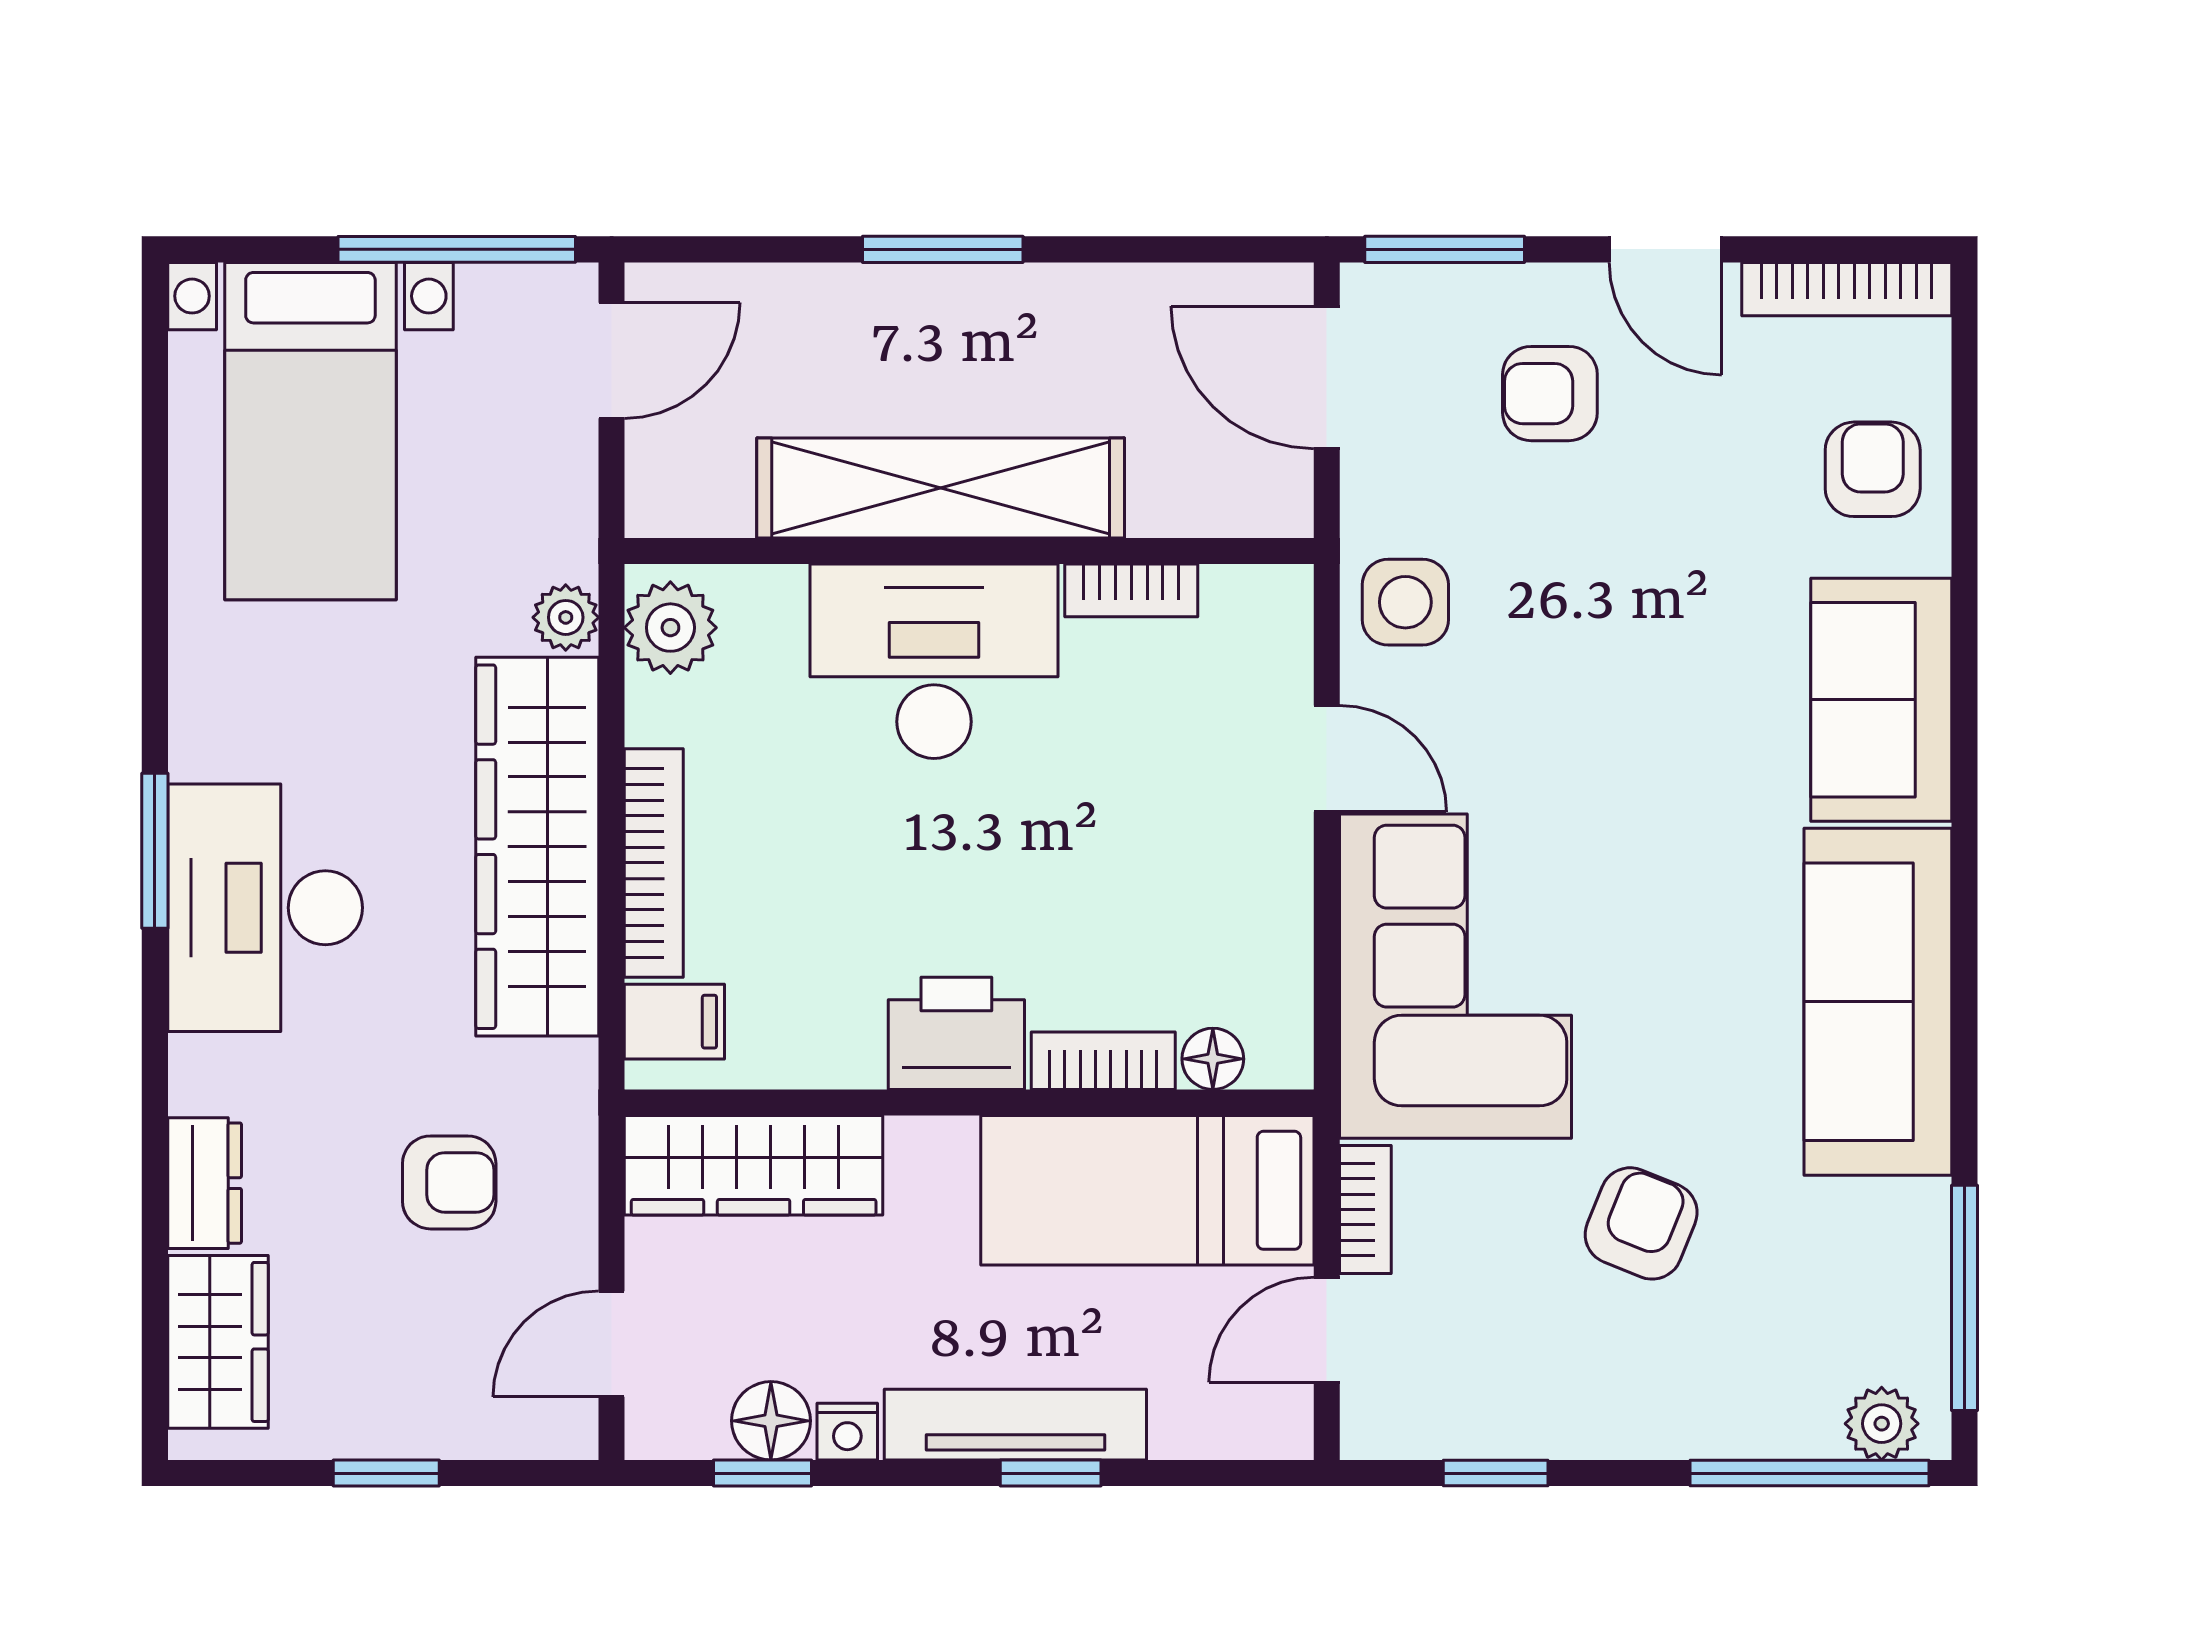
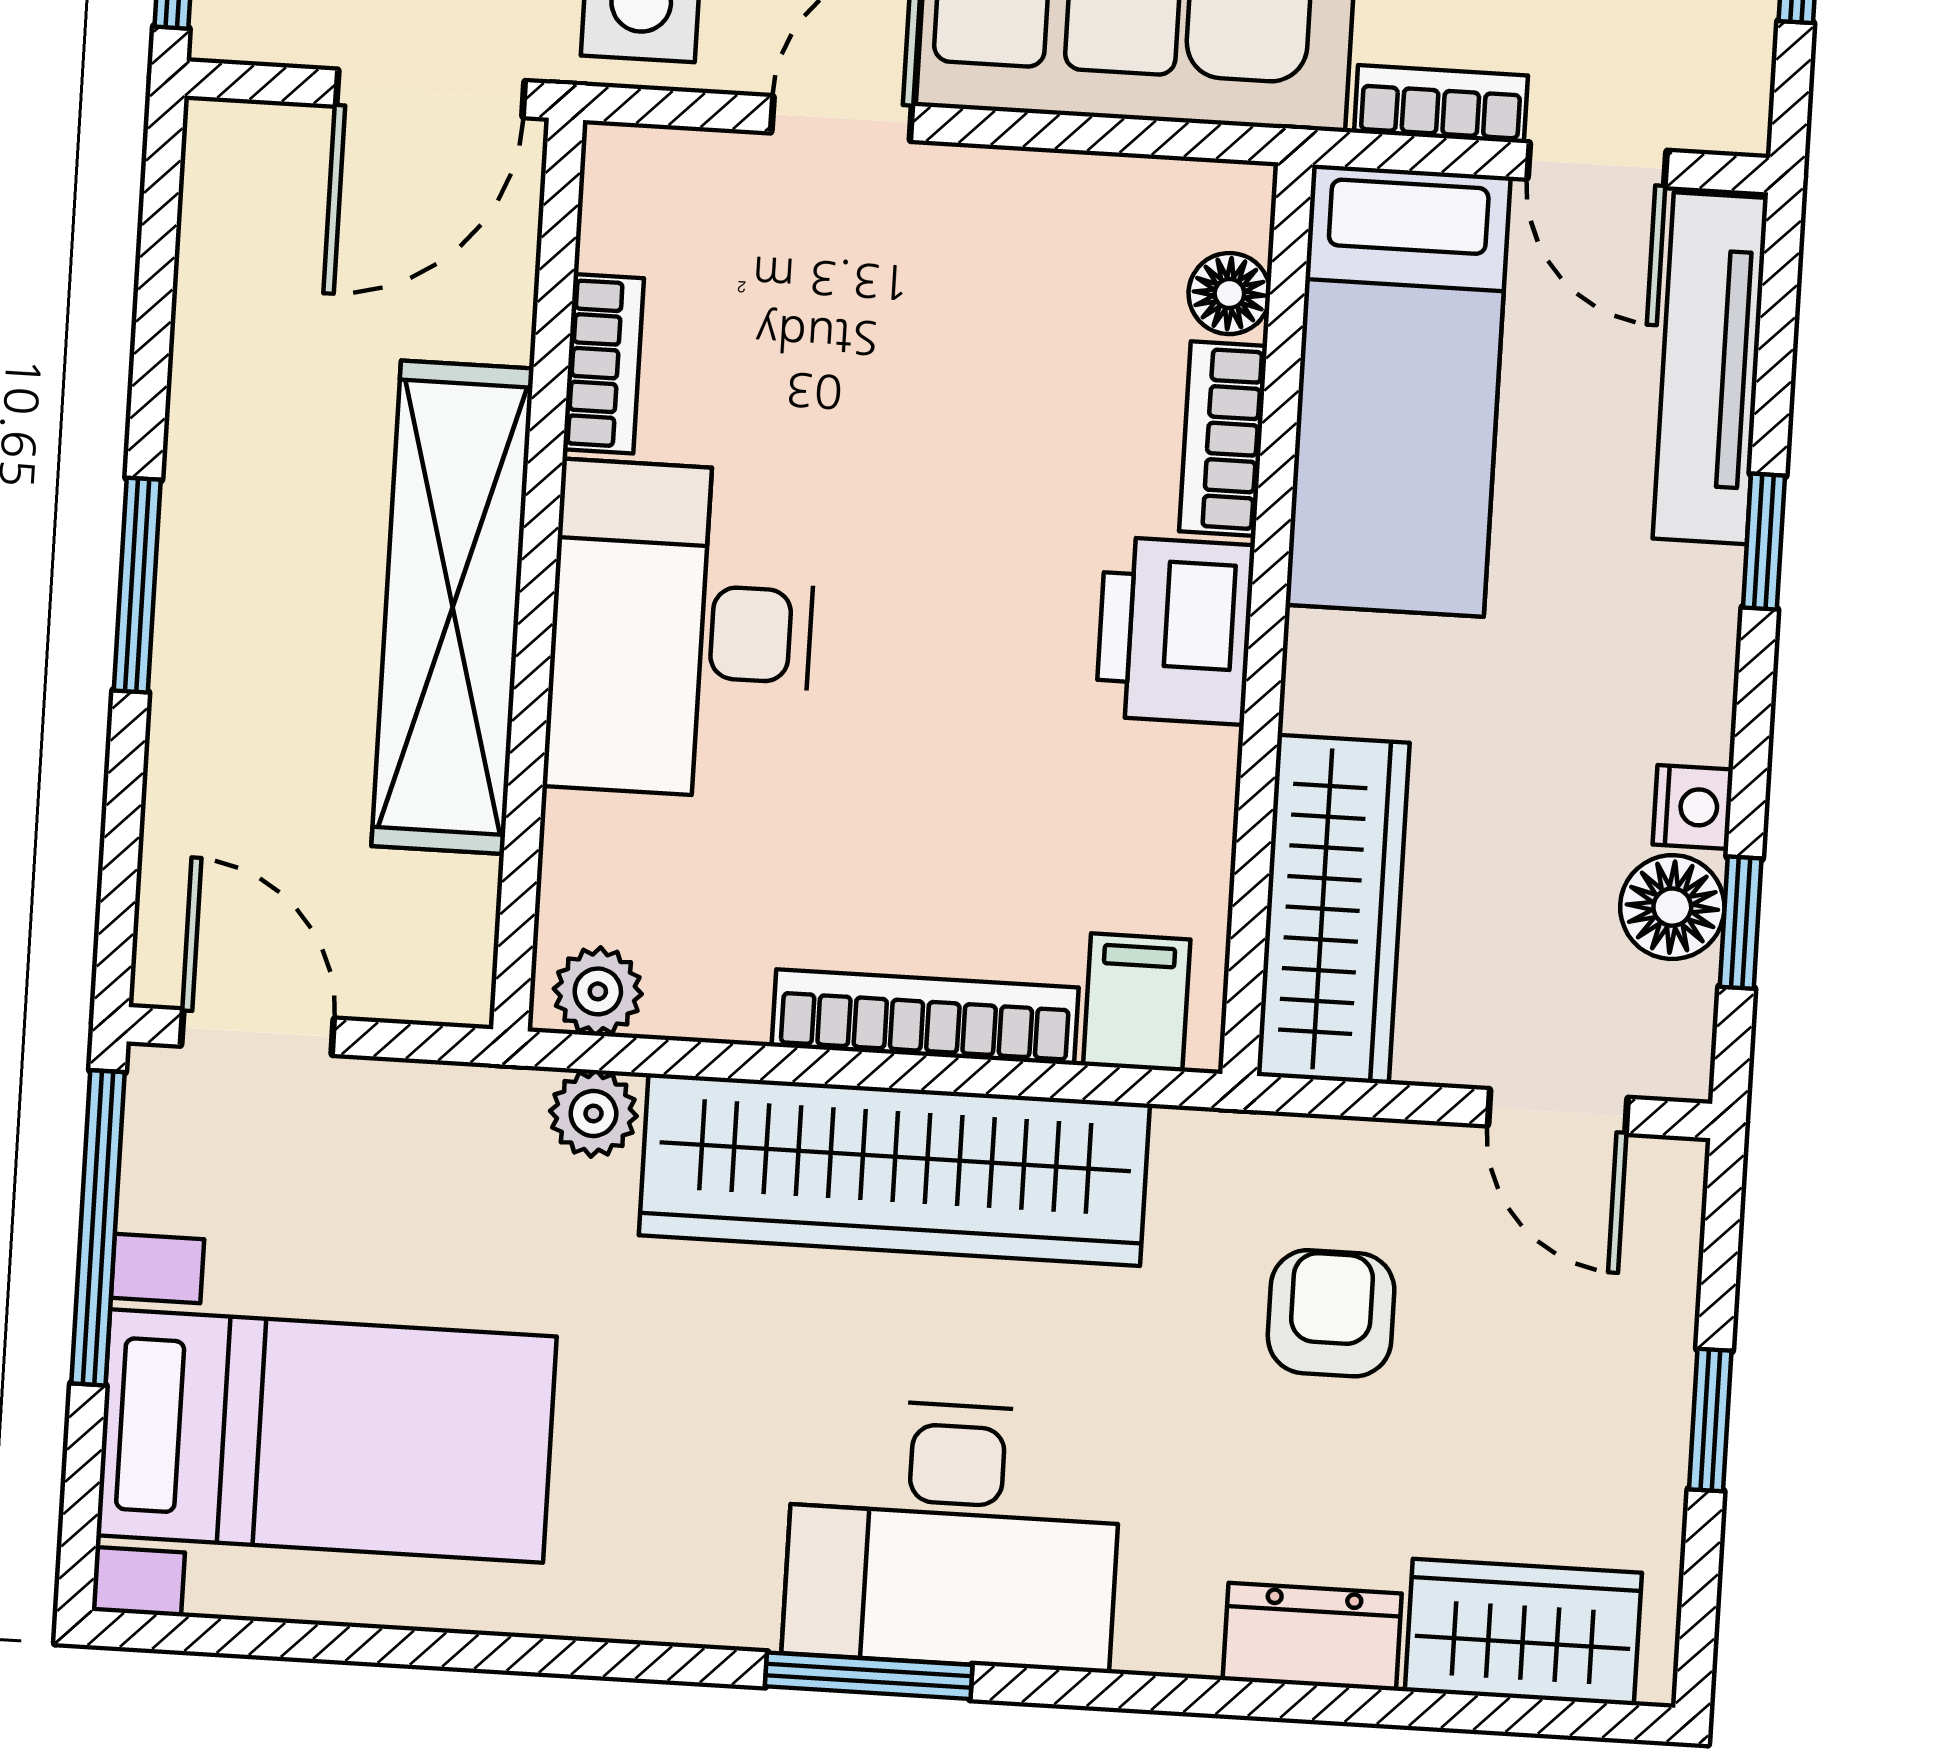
door: (1327, 377) -> (430, 93), moved
plant: (670, 628) -> (598, 991), width x0.73, depth x0.73
tv unit: (1015, 1425) -> (1710, 368), moved

